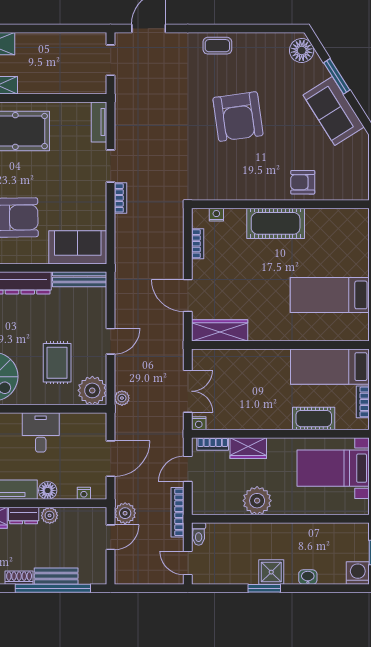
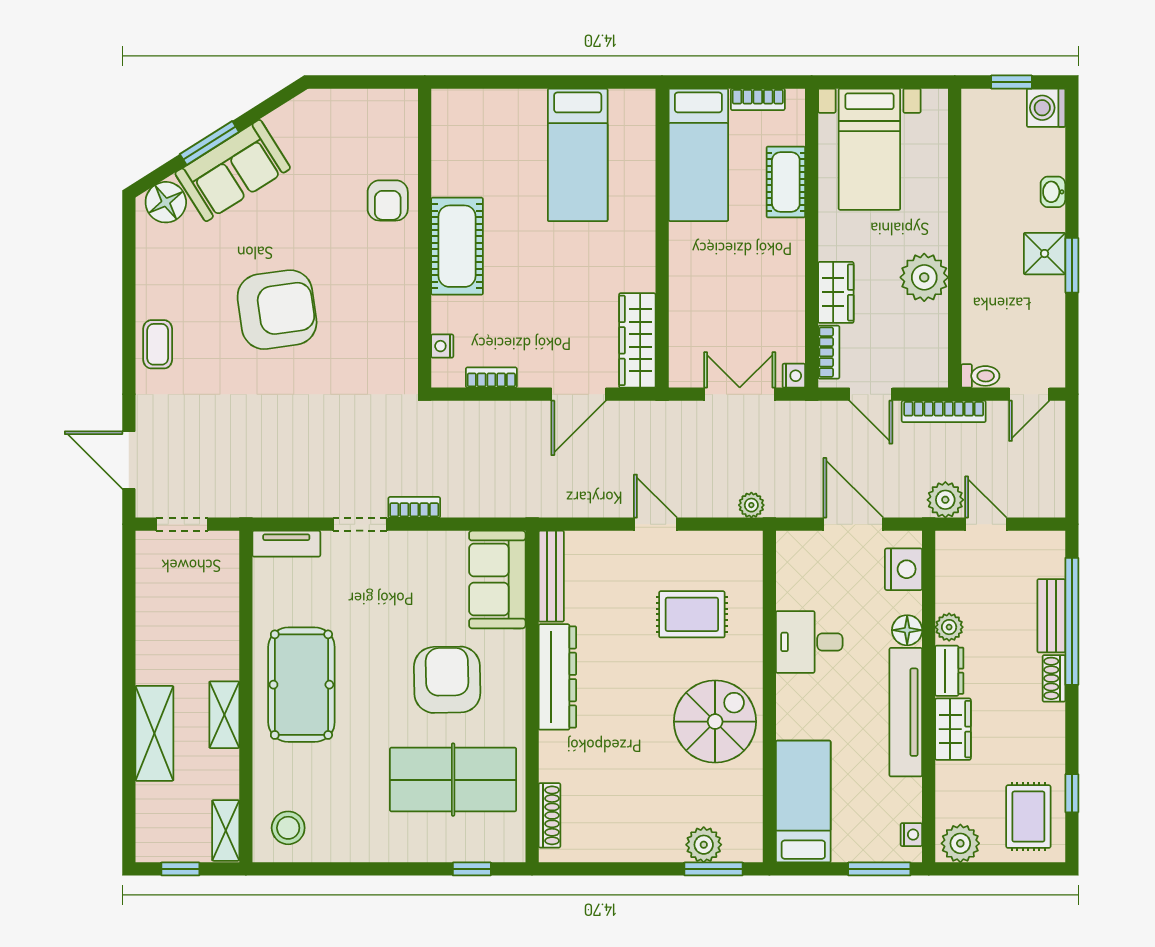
sofa: (334, 111) -> (233, 171), moved
plant: (92, 390) -> (739, 555), removed
nightstand: (84, 493) -> (904, 569), width x1.89, depth x1.79

